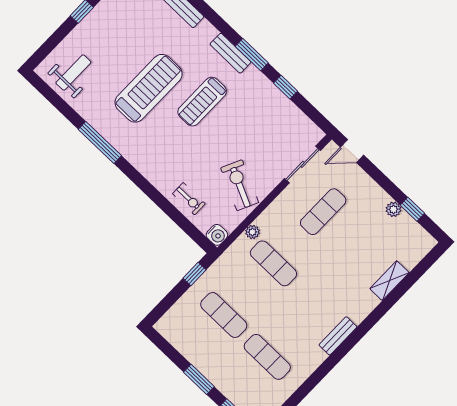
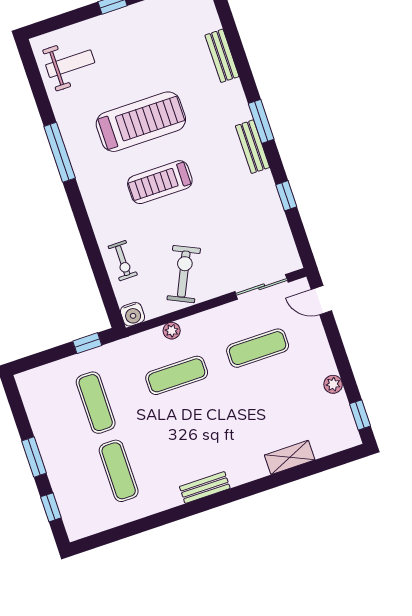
bench: (230, 53) -> (253, 147), moved
window: (252, 55) -> (261, 121), moved
treadmill: (202, 102) -> (160, 182), moved
window: (412, 209) -> (360, 415), moved
exercise mat: (273, 263) -> (177, 375), turned 90

